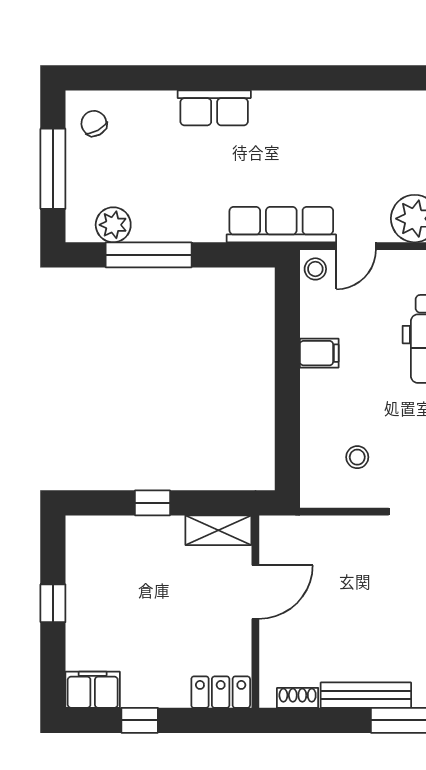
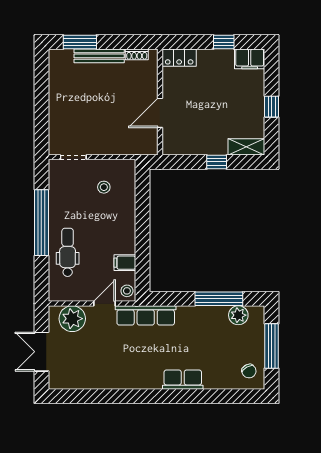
filing cabinet: (319, 353) -> (125, 263), moved
shelving: (218, 530) -> (246, 147), moved

